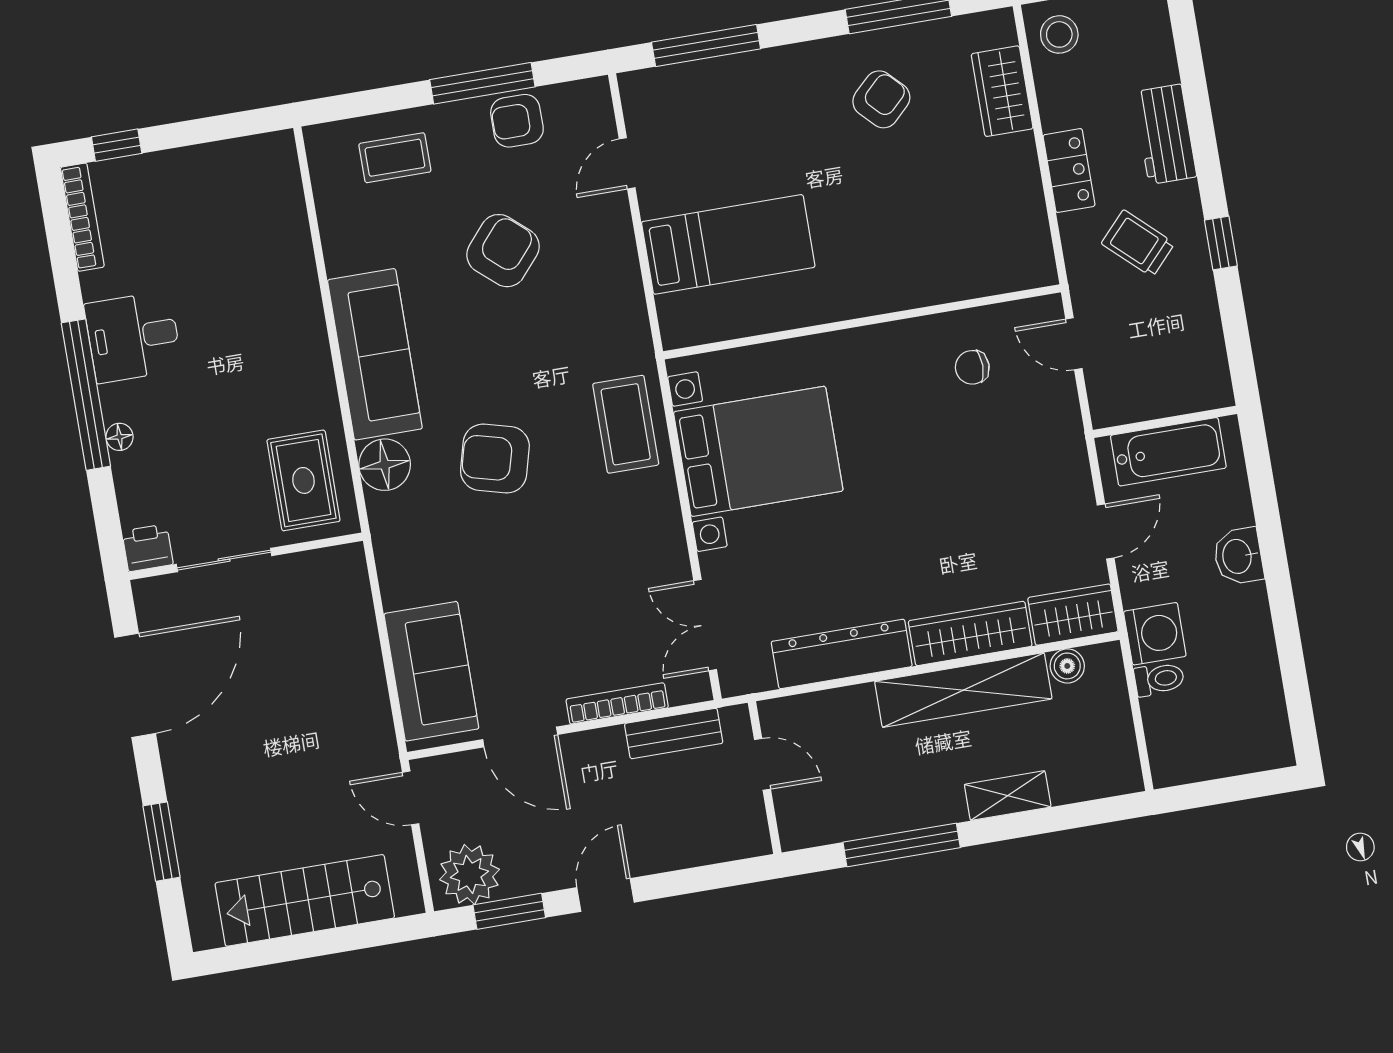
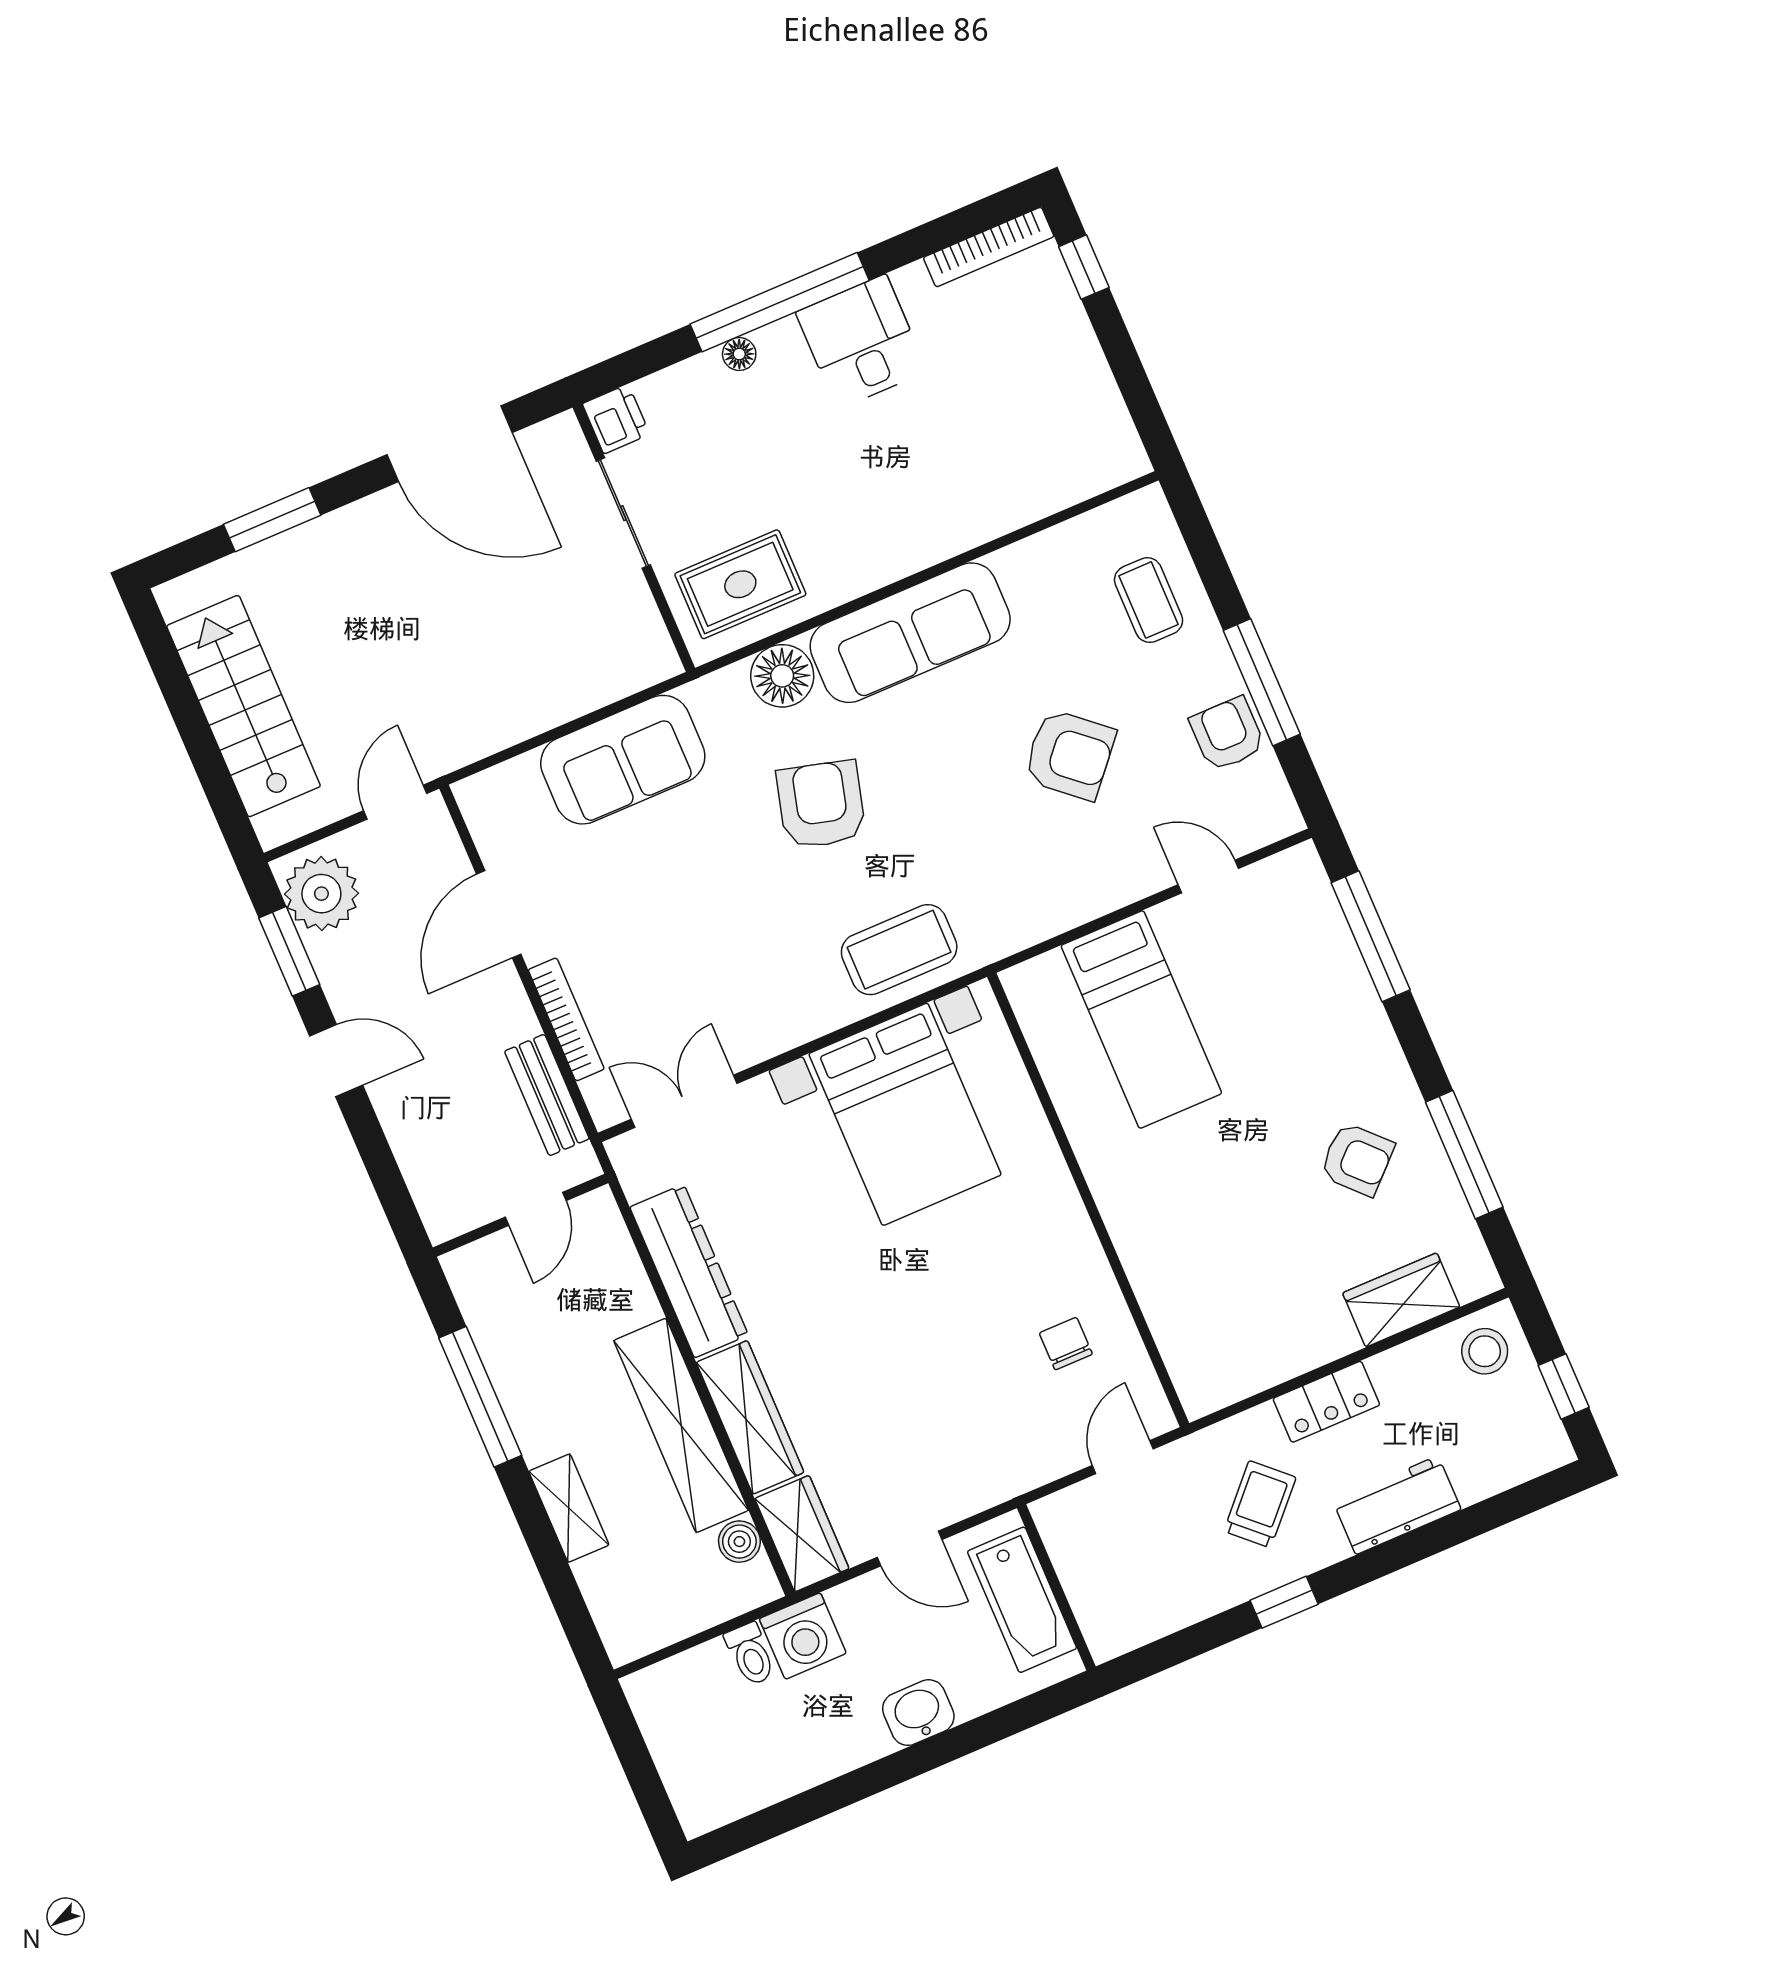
sofa: (431, 671) -> (623, 760), moved

